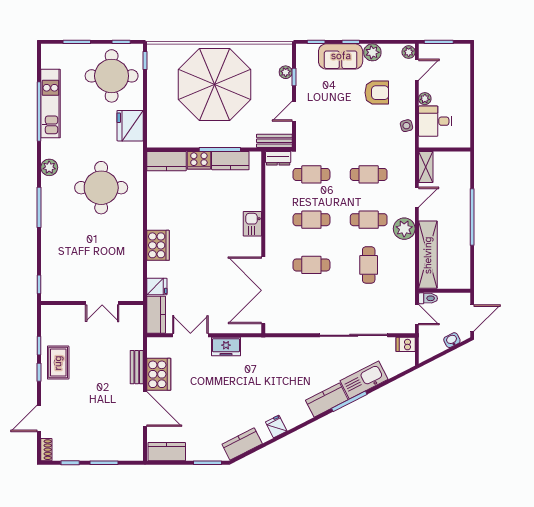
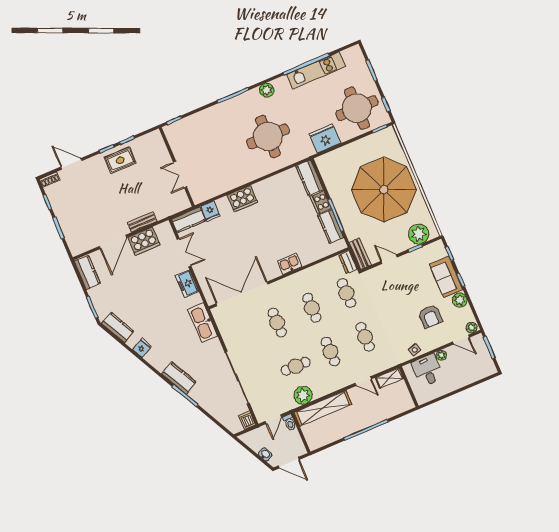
plant: (286, 72) -> (419, 234), width x1.87, depth x1.87
plant: (404, 229) -> (303, 395), moved
kitchen sink: (364, 380) -> (203, 323), moved, turned -153

